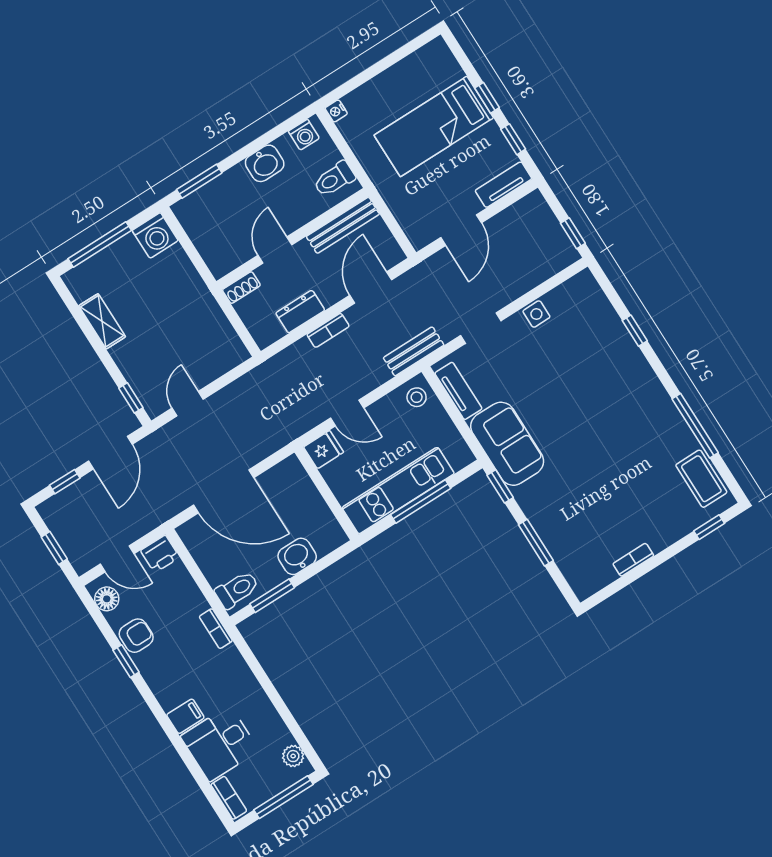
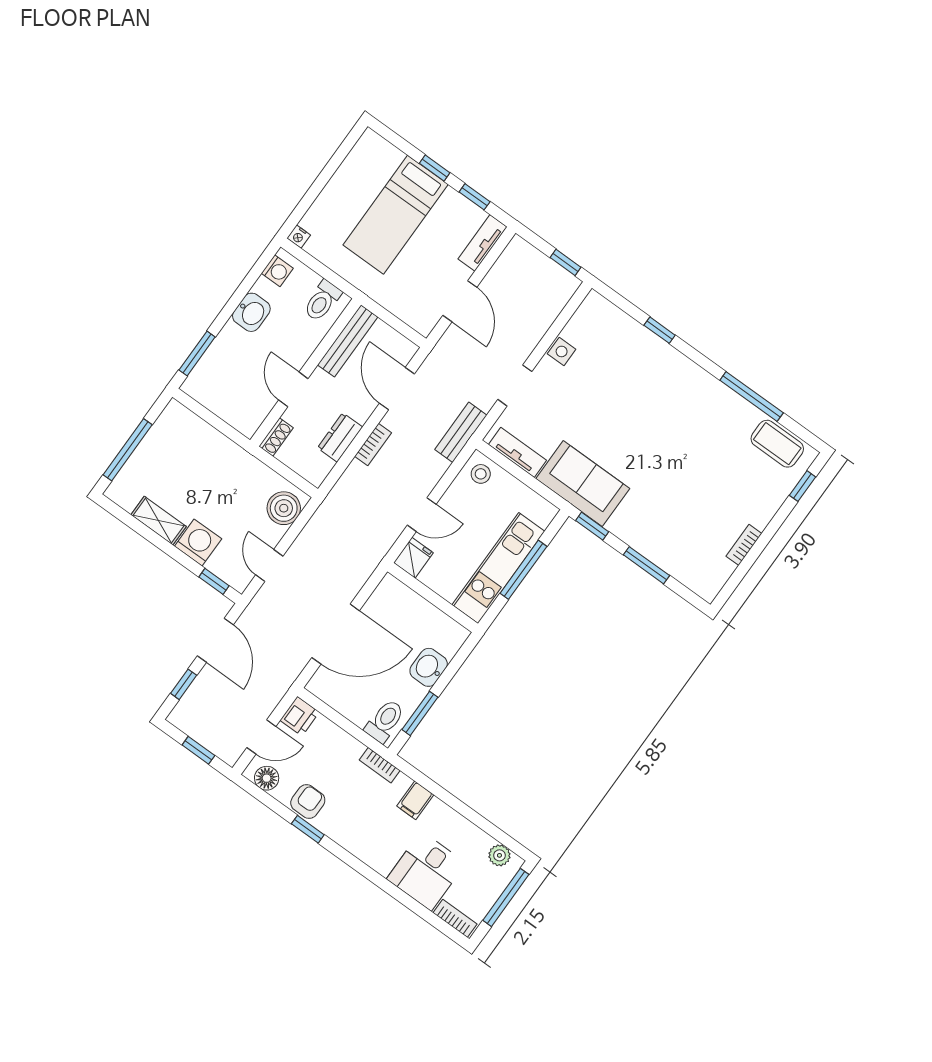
washing machine: (155, 235) -> (198, 542), moved, turned -90
boiler: (222, 356) -> (284, 508), added
filing cabinet: (185, 716) -> (415, 800), moved, turned 180

